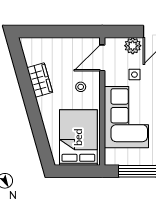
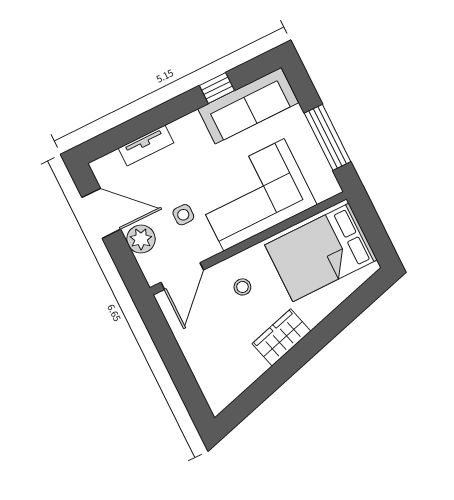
door: (102, 58) -> (182, 276), hinge flipped
wardrobe: (40, 80) -> (281, 337), moved

